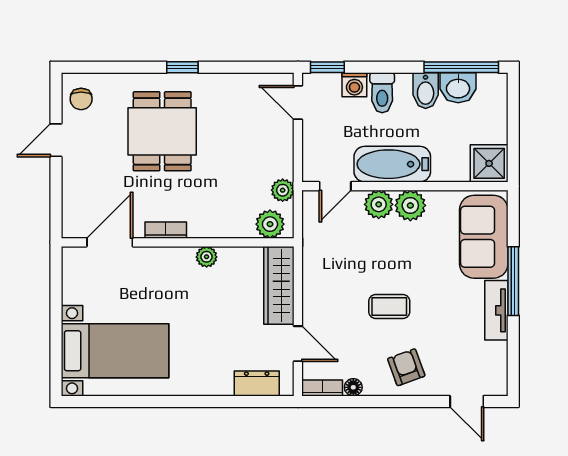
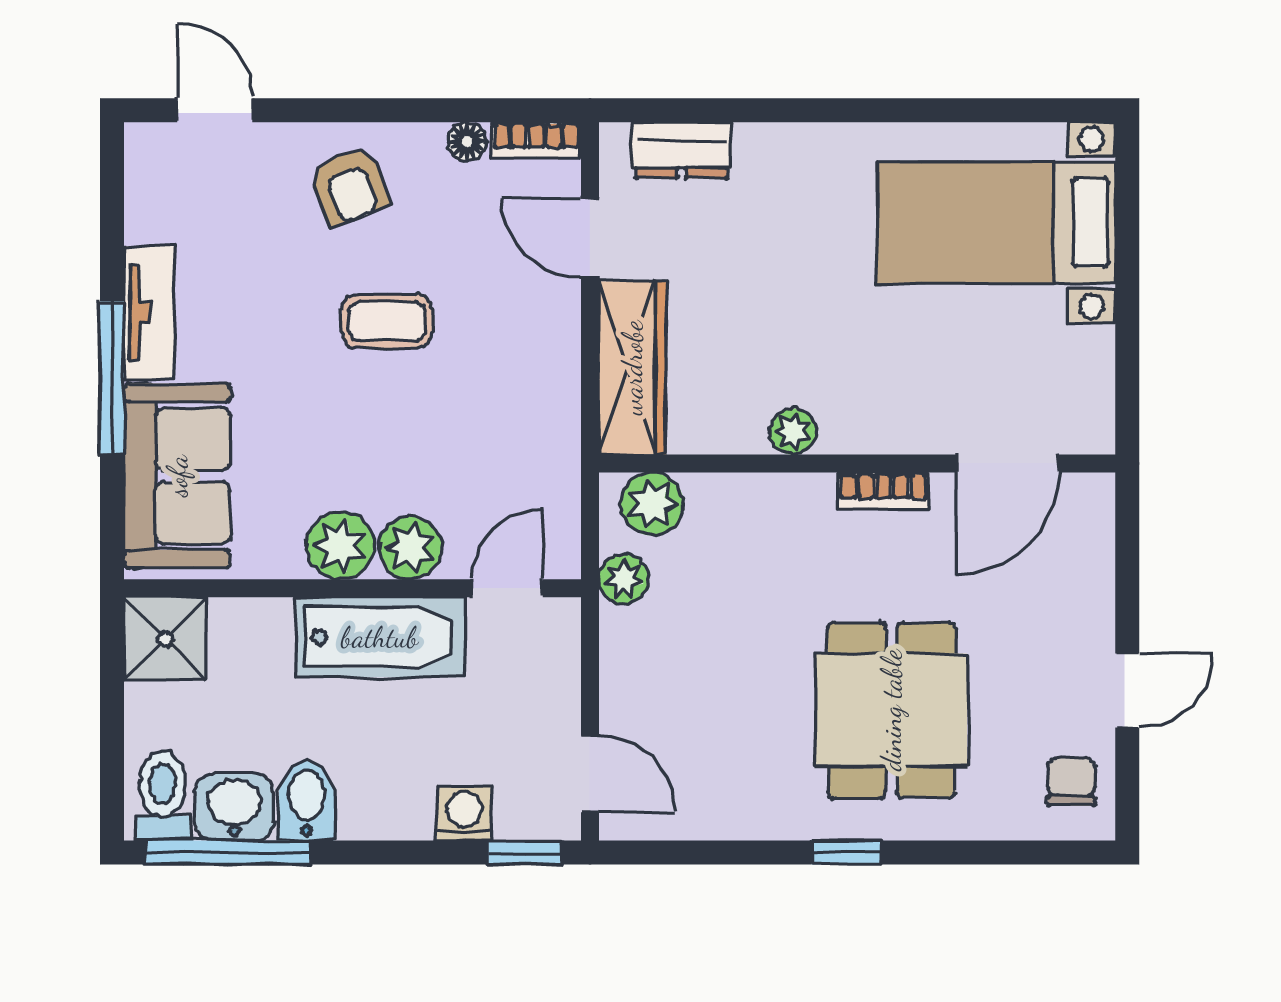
toilet: (382, 93) -> (163, 796), moved

